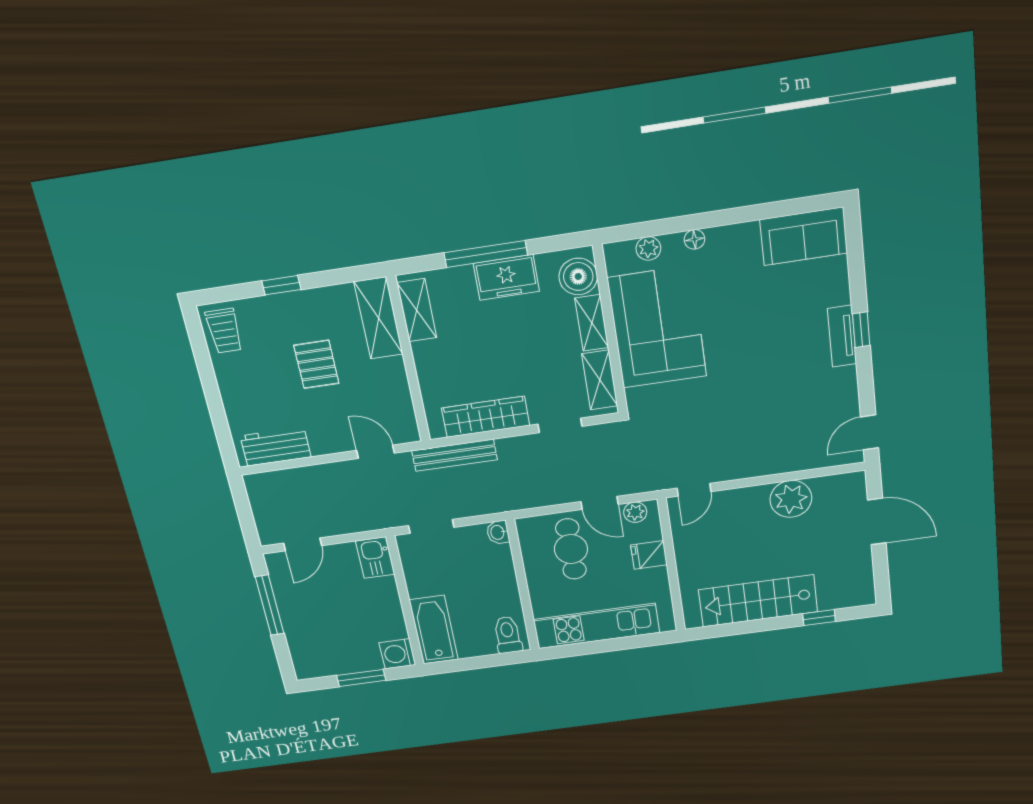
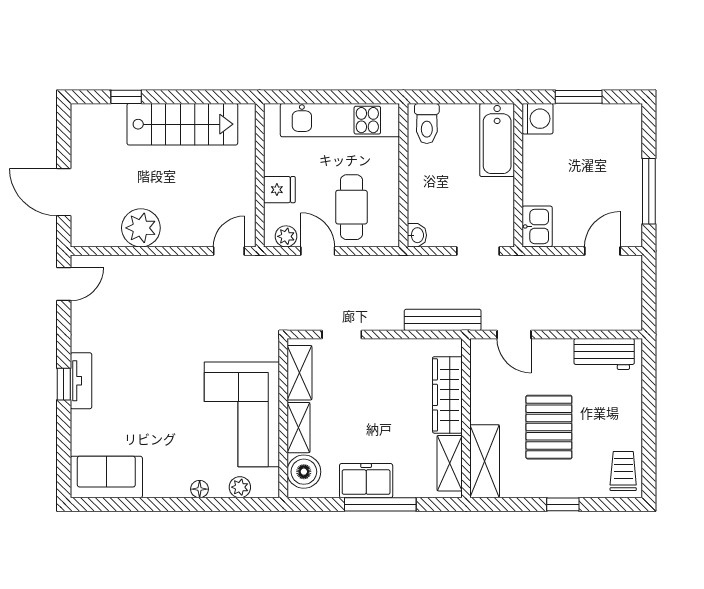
pallet: (316, 364) -> (549, 427), width x1.50, depth x1.42
wardrobe: (486, 417) -> (447, 395), moved, turned 90

